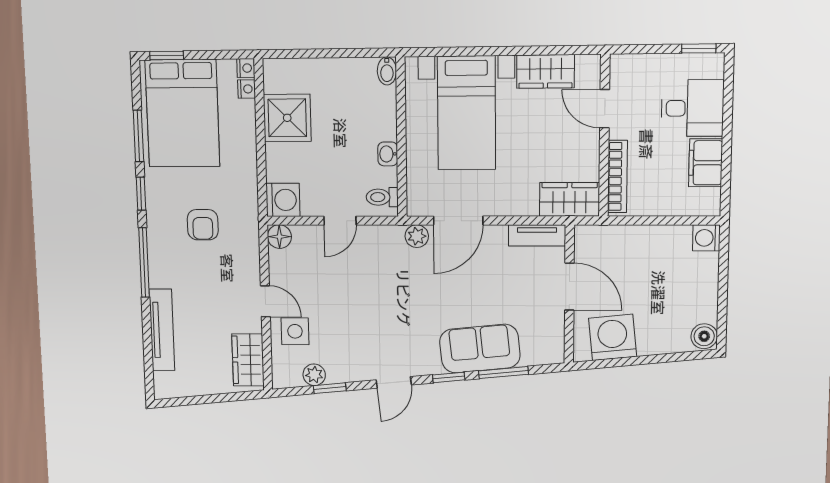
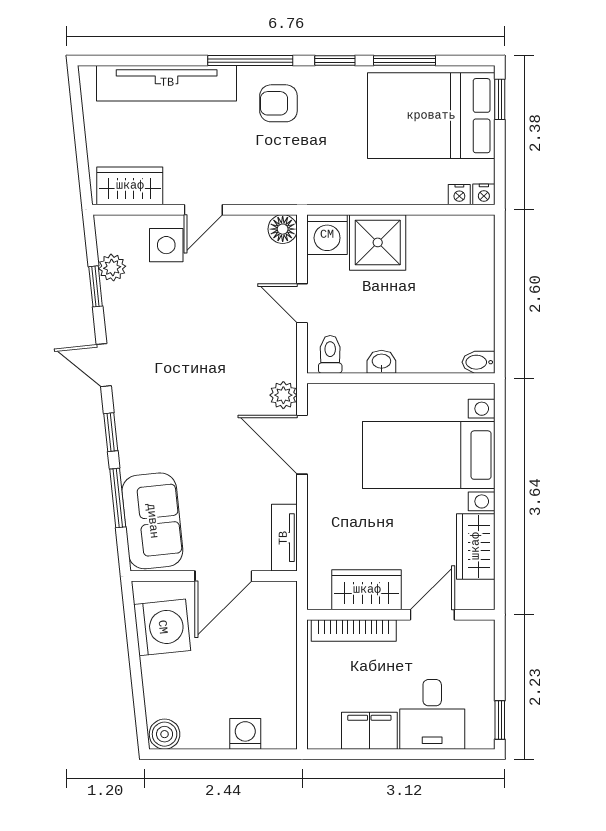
shower: (287, 118) -> (378, 242), moved
wardrobe: (569, 199) -> (367, 590), moved, turned -90
armchair: (203, 225) -> (278, 103), moved
washing machine: (706, 238) -> (245, 734), moved
tv unit: (162, 330) -> (167, 83), width x1.36, depth x1.29
sofa: (480, 349) -> (152, 521), moved

